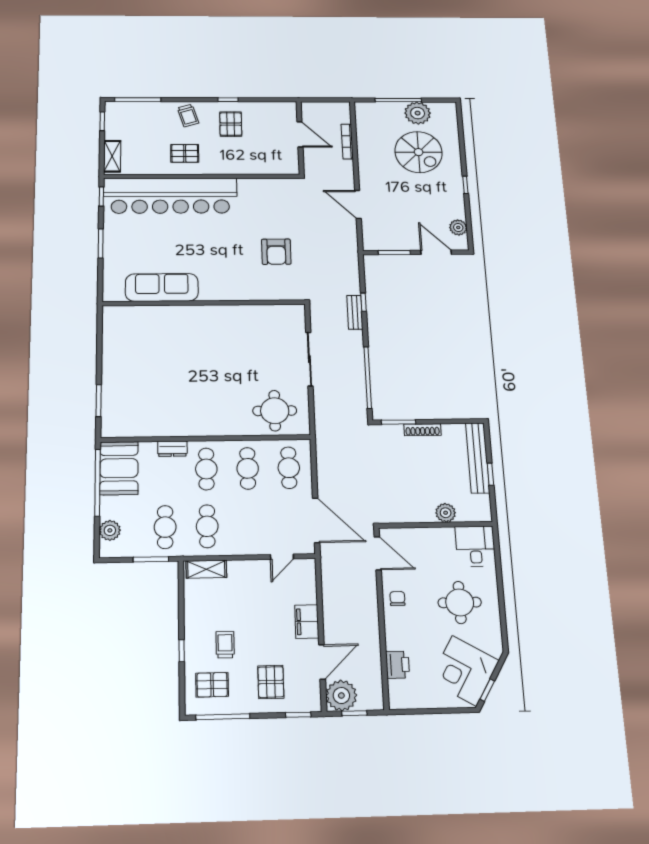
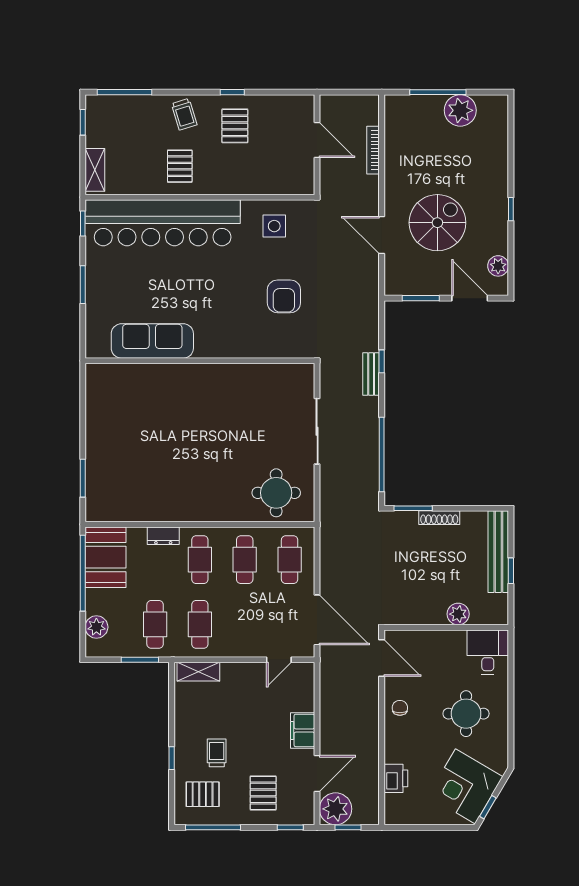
spiral stairs: (419, 152) -> (437, 223), moved, turned -90
pallet: (185, 153) -> (180, 166), turned 90
side table: (266, 198) -> (274, 226), added

